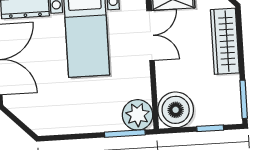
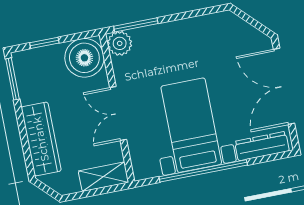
double door: (151, 36) -> (118, 114), moved
plant: (138, 115) -> (120, 43), width x0.73, depth x0.73

